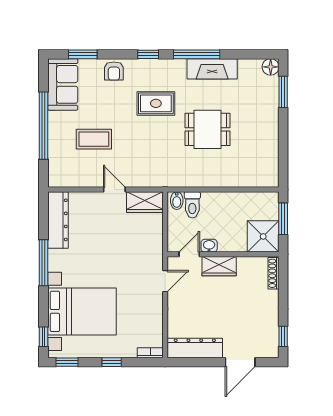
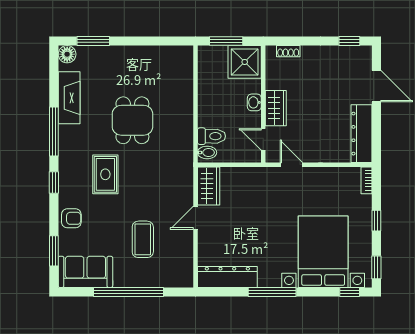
fireplace: (212, 69) -> (69, 98), moved
washbasin: (209, 246) -> (254, 102), moved
shoe rack: (274, 273) -> (288, 51), width x0.70

